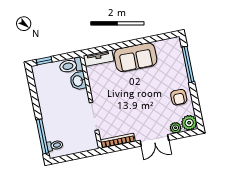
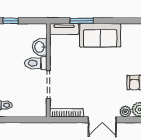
window: (114, 47) -> (82, 21), added
toilet: (71, 66) -> (36, 63), moved

